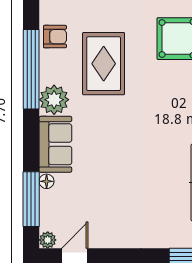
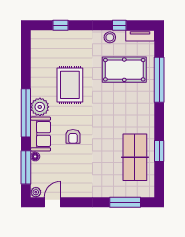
armchair: (55, 37) -> (73, 136), moved, turned 90
window: (31, 69) -> (26, 113), moved

